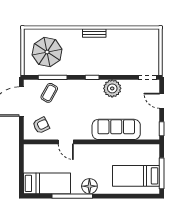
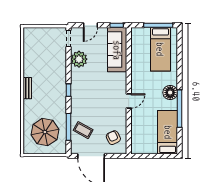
plant: (112, 88) -> (79, 59), moved
sofa: (116, 129) -> (117, 50), moved
door: (66, 142) -> (129, 101), moved

